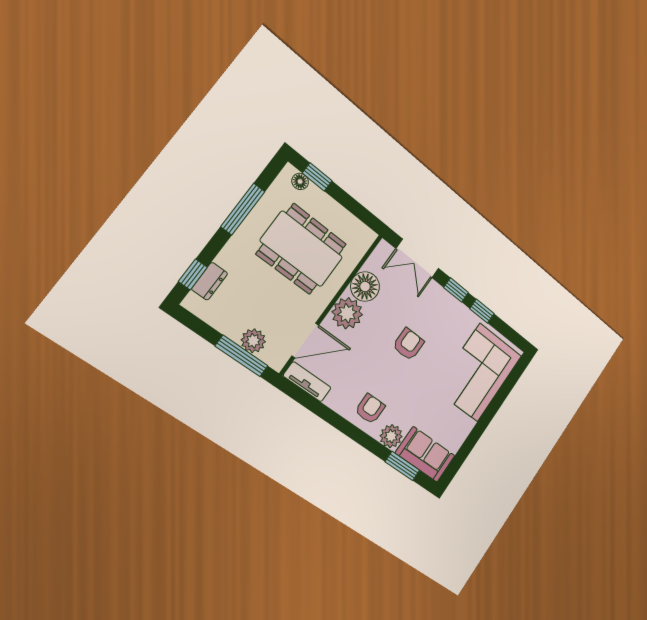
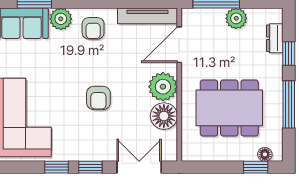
window: (193, 274) -> (289, 54), moved
plant: (253, 341) -> (236, 18), moved
tv unit: (307, 382) -> (147, 16), width x1.41

